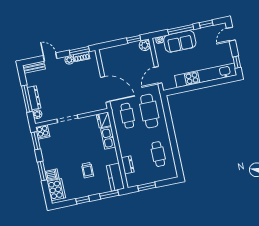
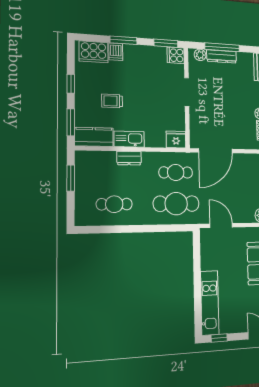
kitchen unit: (206, 75) -> (210, 303), width x0.73
kitchen sink: (108, 138) -> (129, 139), moved
dresser: (128, 165) -> (129, 158), moved

